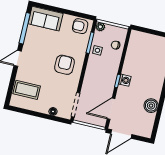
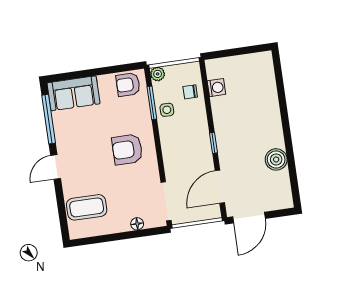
armchair: (65, 65) -> (127, 149), turned -90
washing machine: (125, 80) -> (216, 88), moved

